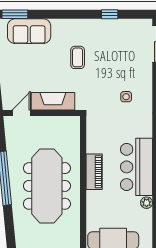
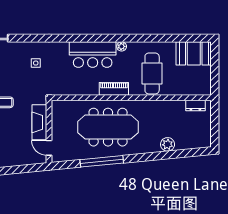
piano: (94, 172) -> (114, 89), moved

